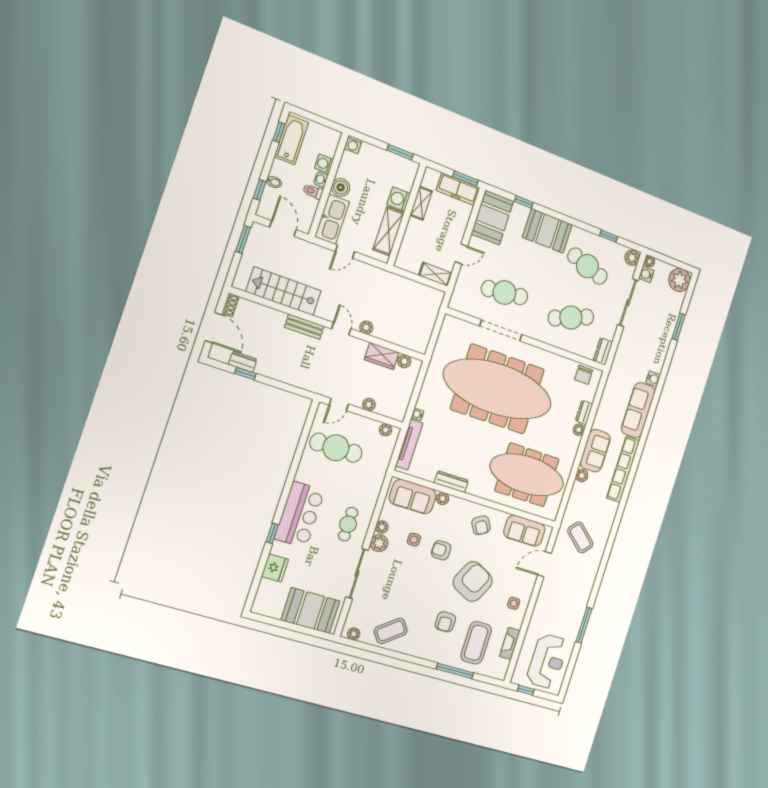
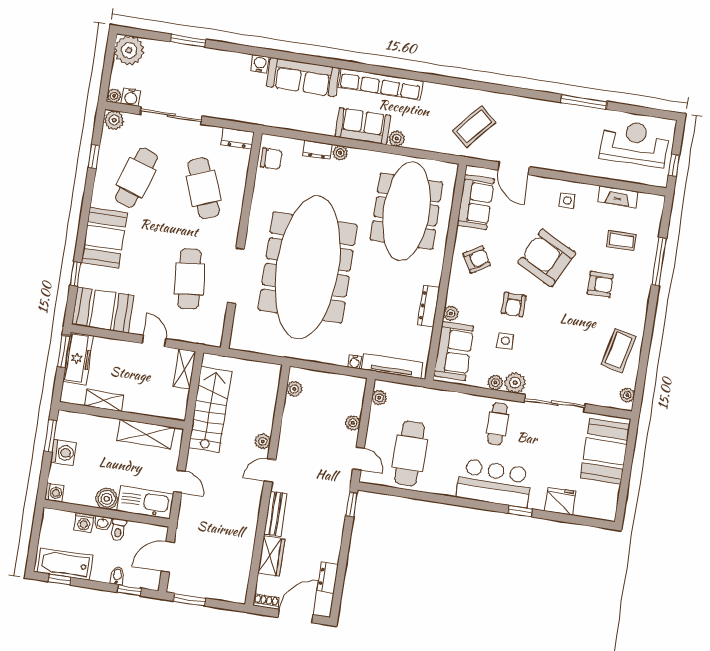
washing machine: (399, 199) -> (63, 453), moved, turned -90
stairs: (284, 291) -> (210, 410), moved, turned 180
wardrobe: (382, 356) -> (271, 556), moved
window: (245, 374) -> (351, 505), moved
cafe table: (348, 524) -> (497, 424), turned 90
coffee table: (391, 631) -> (619, 350), turned 50
coffee table: (476, 643) -> (622, 240), width x0.54, depth x0.58

